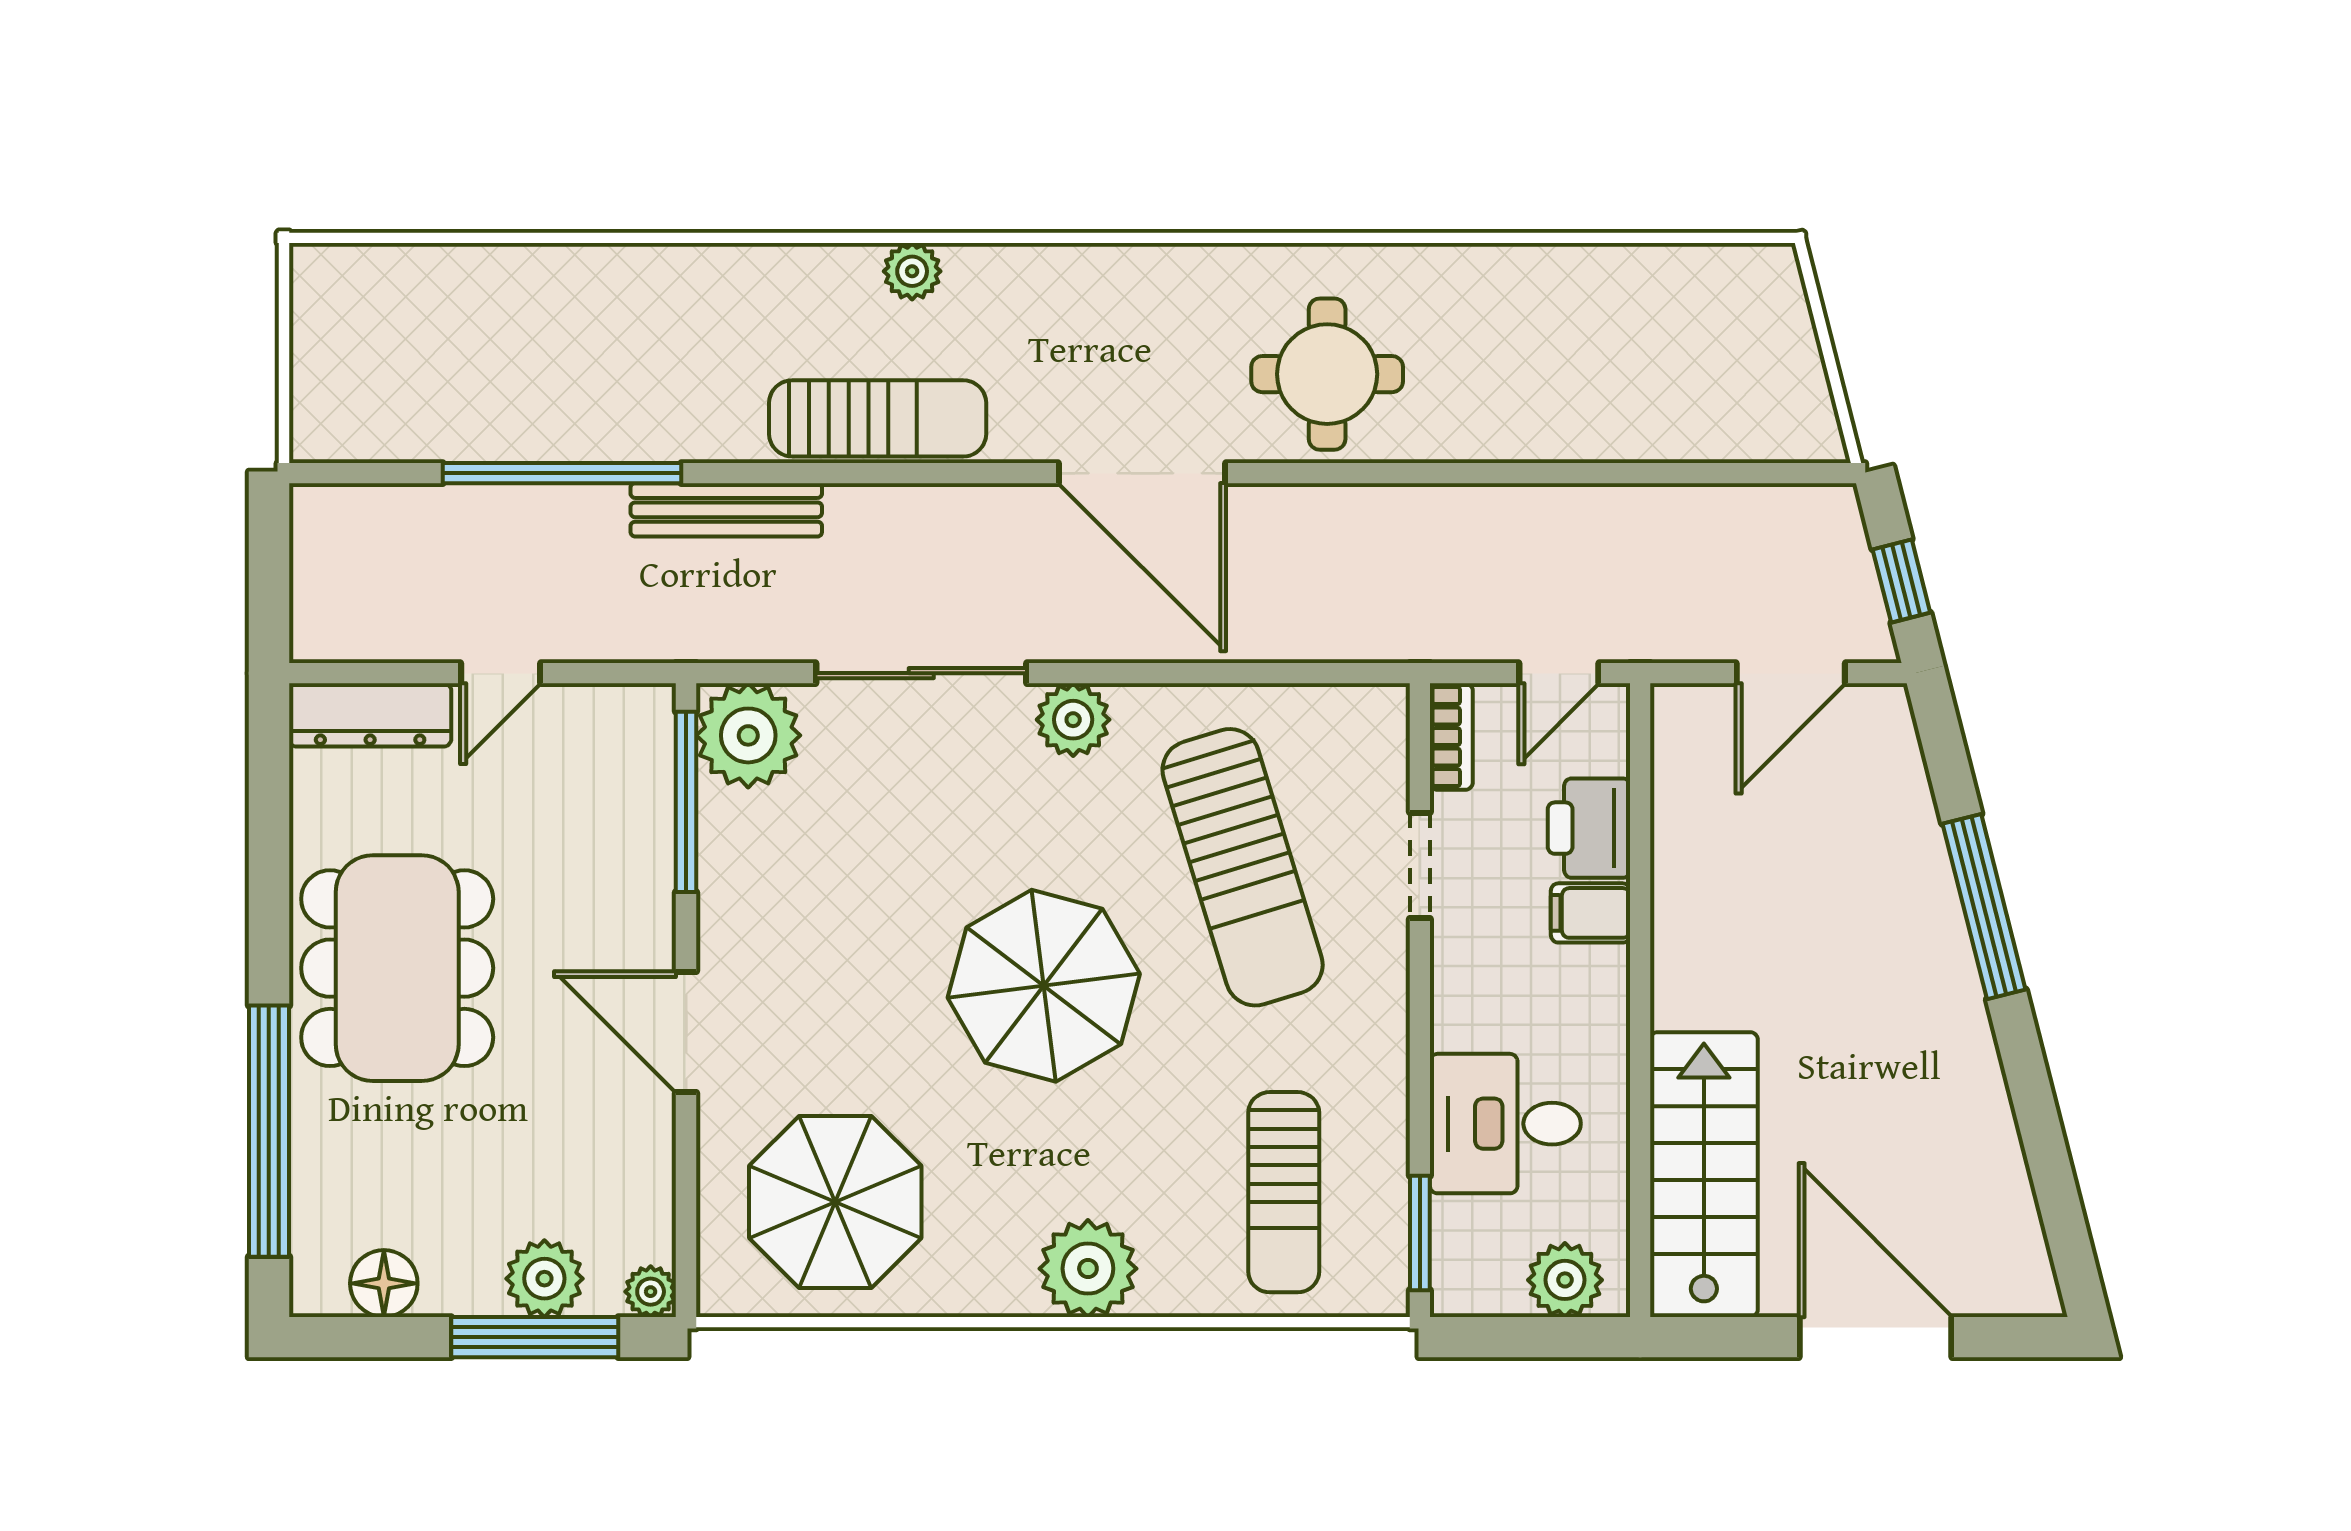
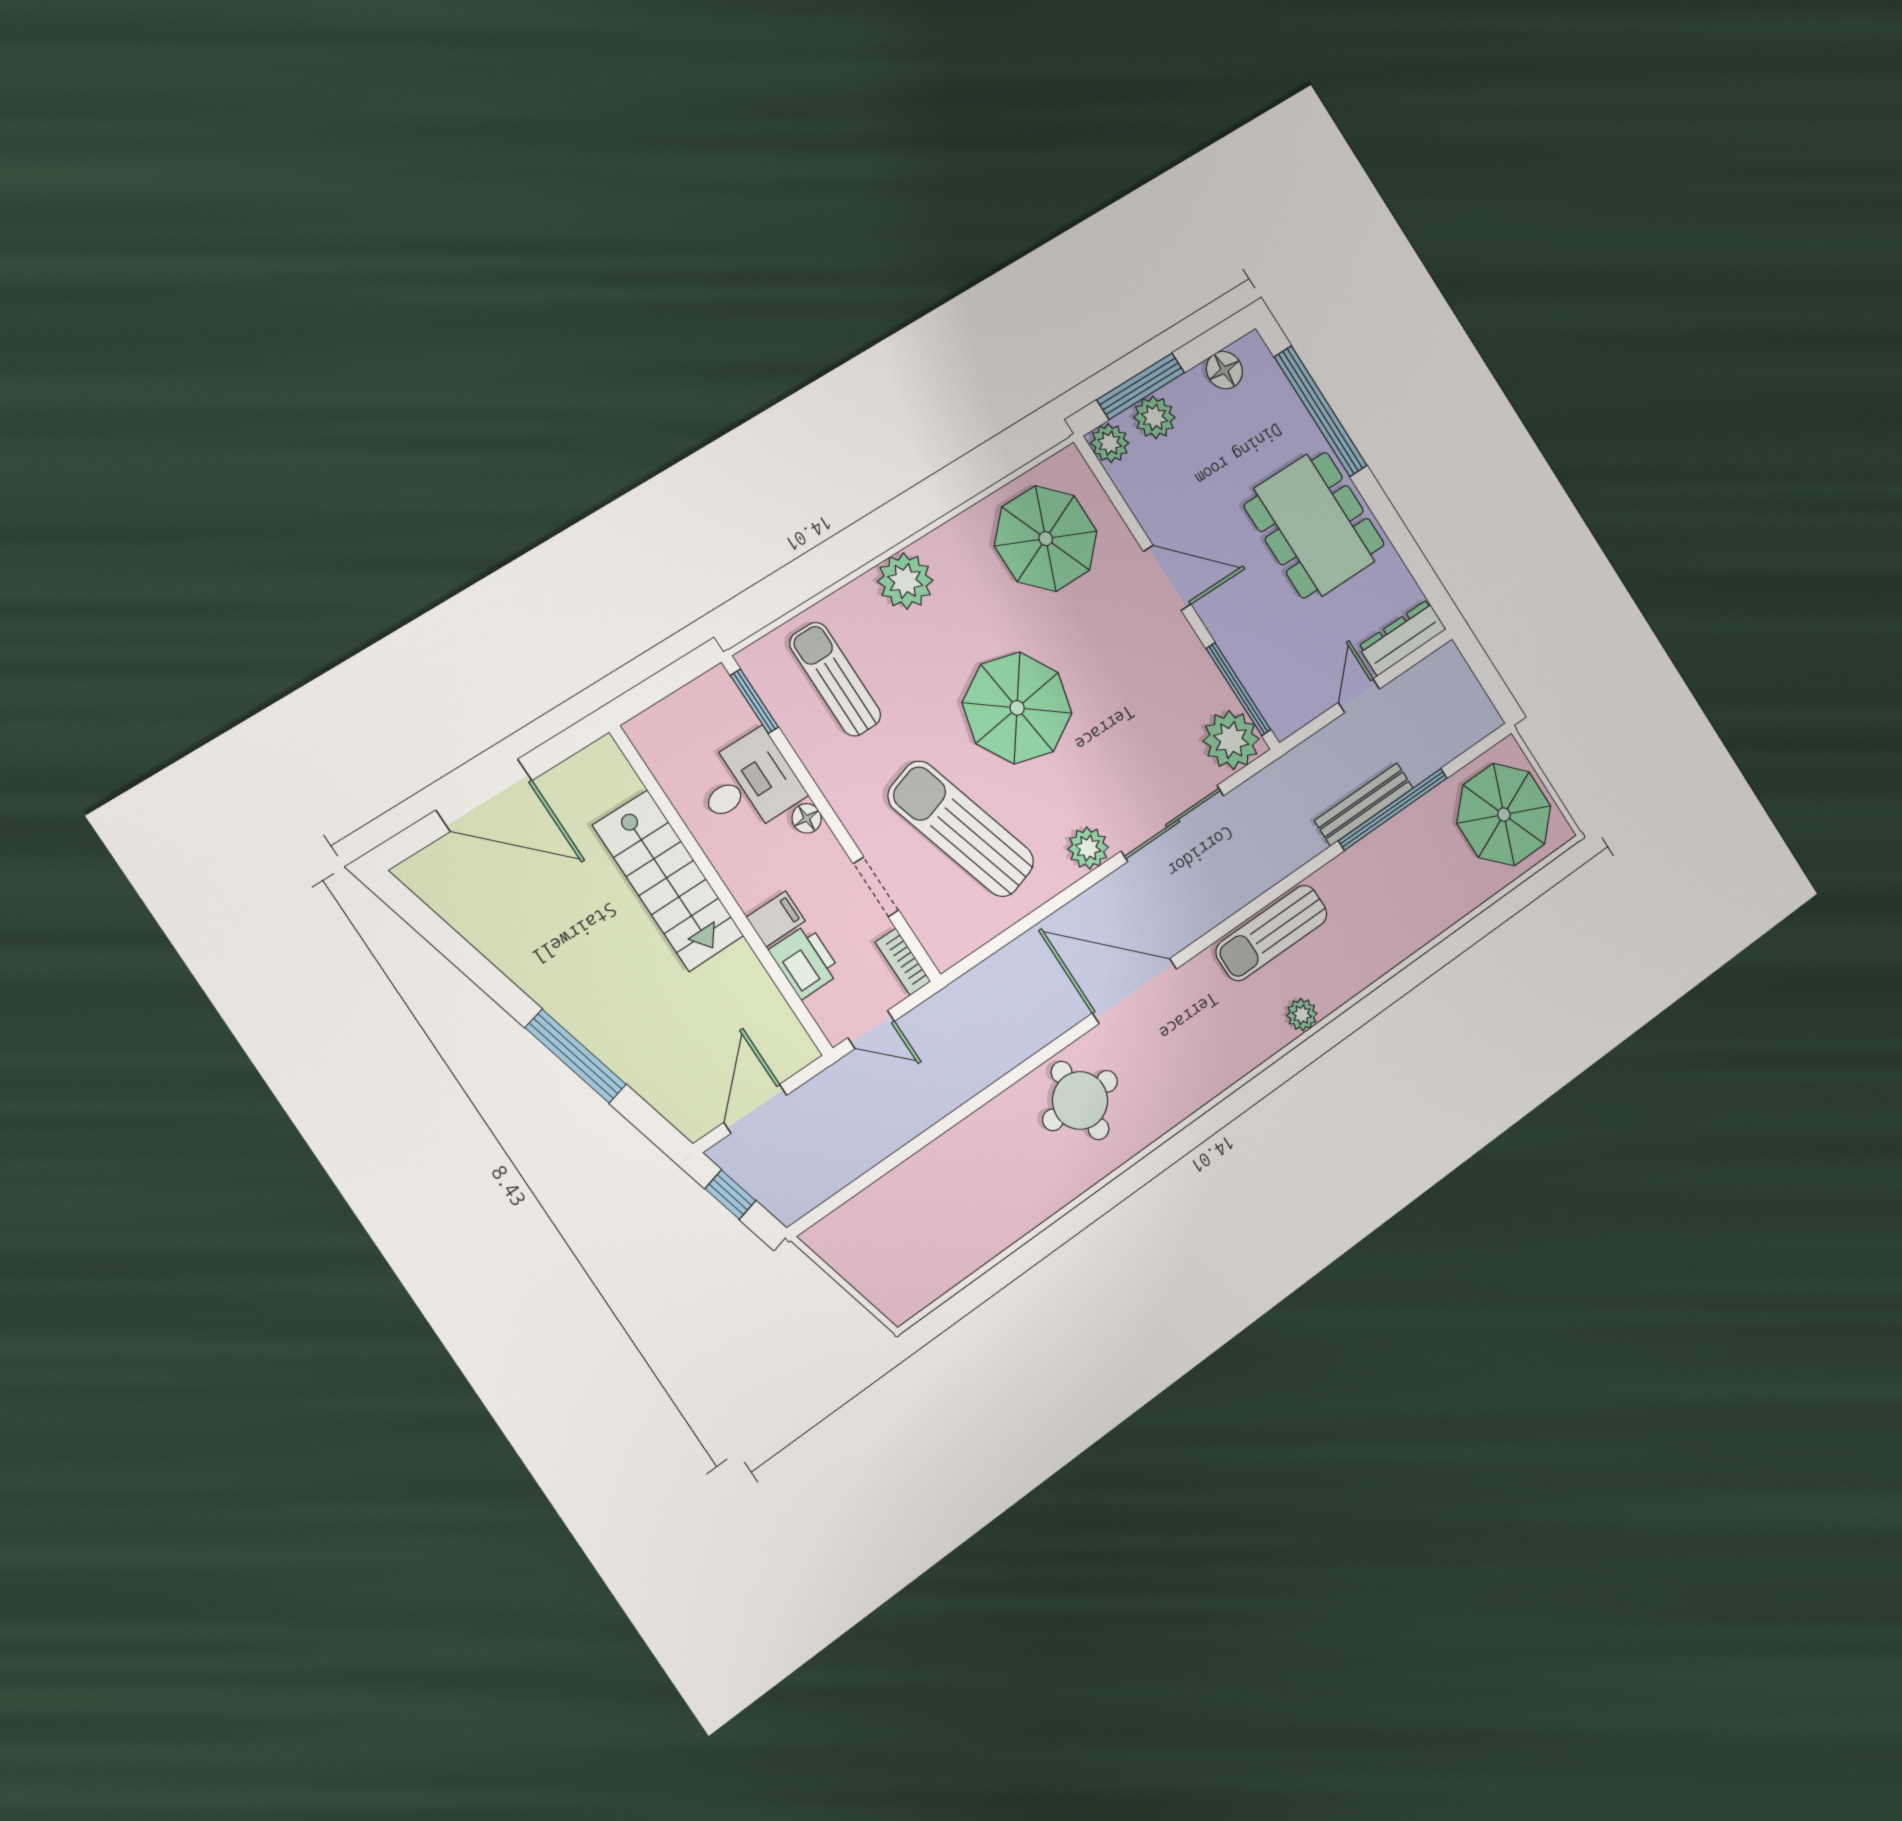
parasol: (387, 350) -> (1504, 815), added
bench: (726, 510) -> (1364, 804), moved
door: (1559, 673) -> (871, 1030), swing flipped
floor lamp: (1454, 1024) -> (807, 818), added
stairs: (1704, 1175) -> (668, 881), moved
plant: (1565, 1280) -> (666, 724), removed
plant: (651, 1292) -> (1110, 443), width x1.38, depth x1.38

